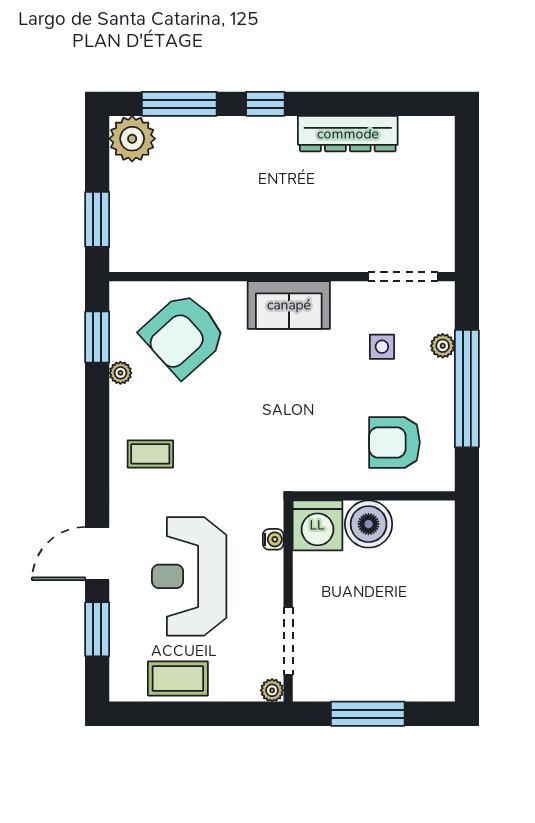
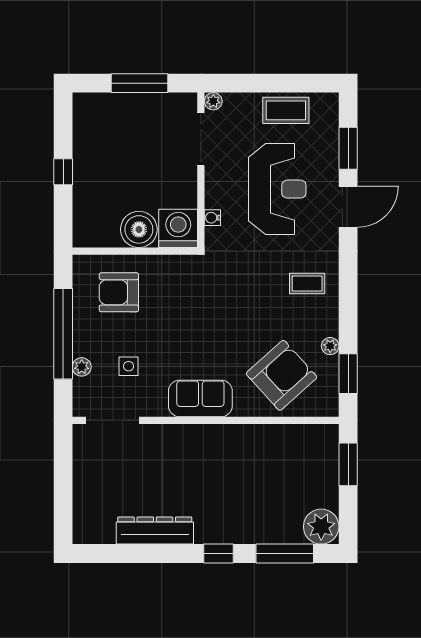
armchair: (394, 442) -> (119, 292), turned 180
window: (467, 599) -> (63, 172), added

